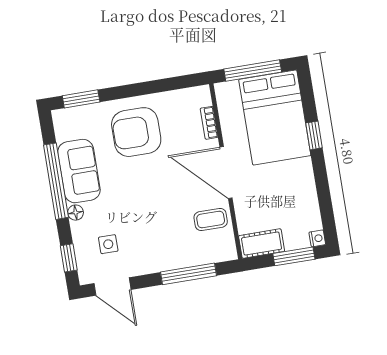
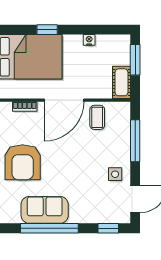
floor lamp: (76, 213) -> (75, 218), removed
nightstand: (317, 238) -> (89, 40), moved
side table: (108, 244) -> (115, 174), moved

